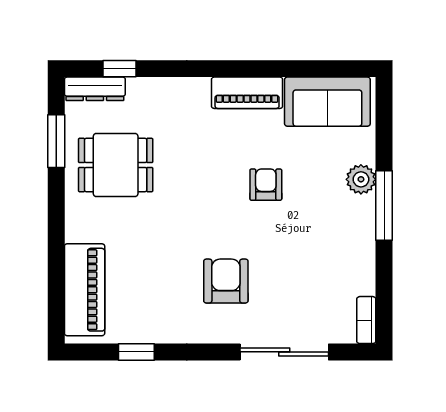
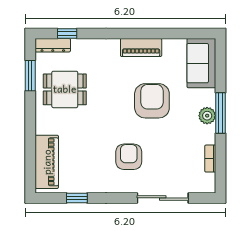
sofa: (327, 102) -> (201, 63), moved, turned 90
plant: (361, 179) -> (207, 116), moved
armchair: (266, 185) -> (152, 101), width x1.88, depth x1.88
bookcase: (366, 320) -> (210, 159), moved

